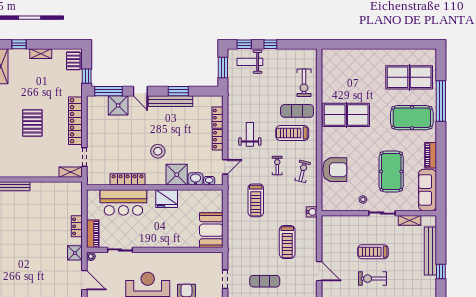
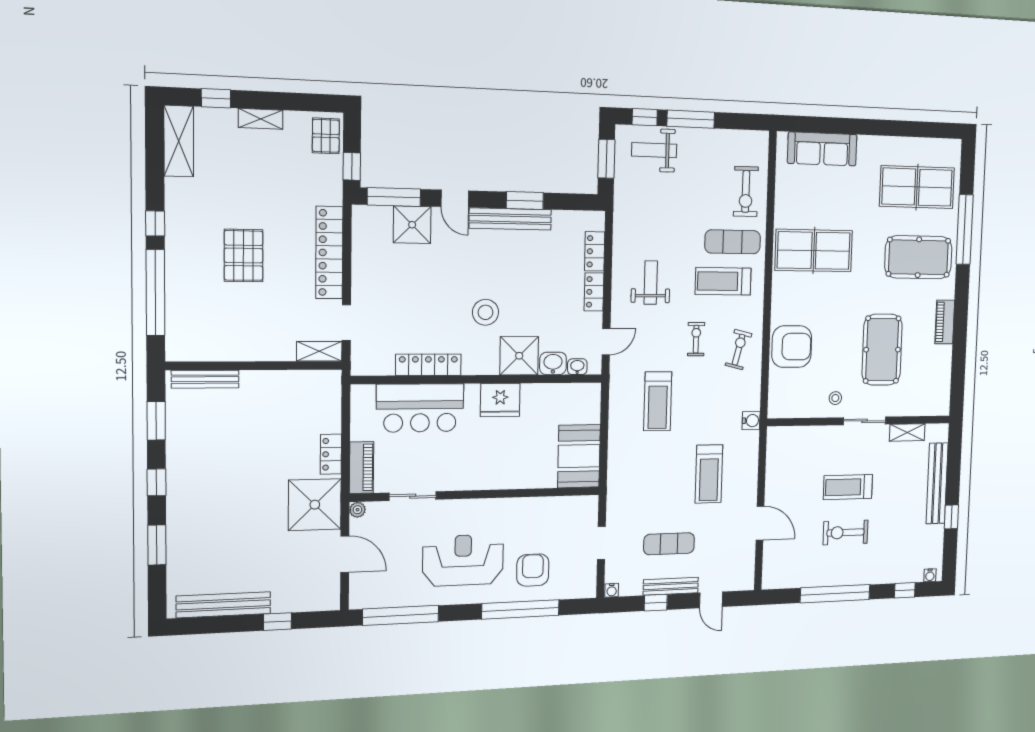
window: (270, 44) -> (691, 119), width x2.17
sofa: (428, 190) -> (822, 149), moved, turned -90
shower: (75, 253) -> (315, 505), width x1.86, depth x1.86

